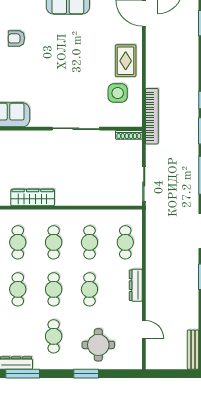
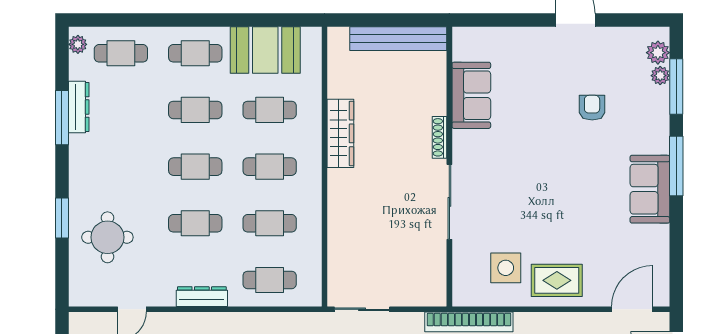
shoe rack: (129, 135) -> (440, 137), moved
cafe table: (54, 336) -> (121, 167), removed

